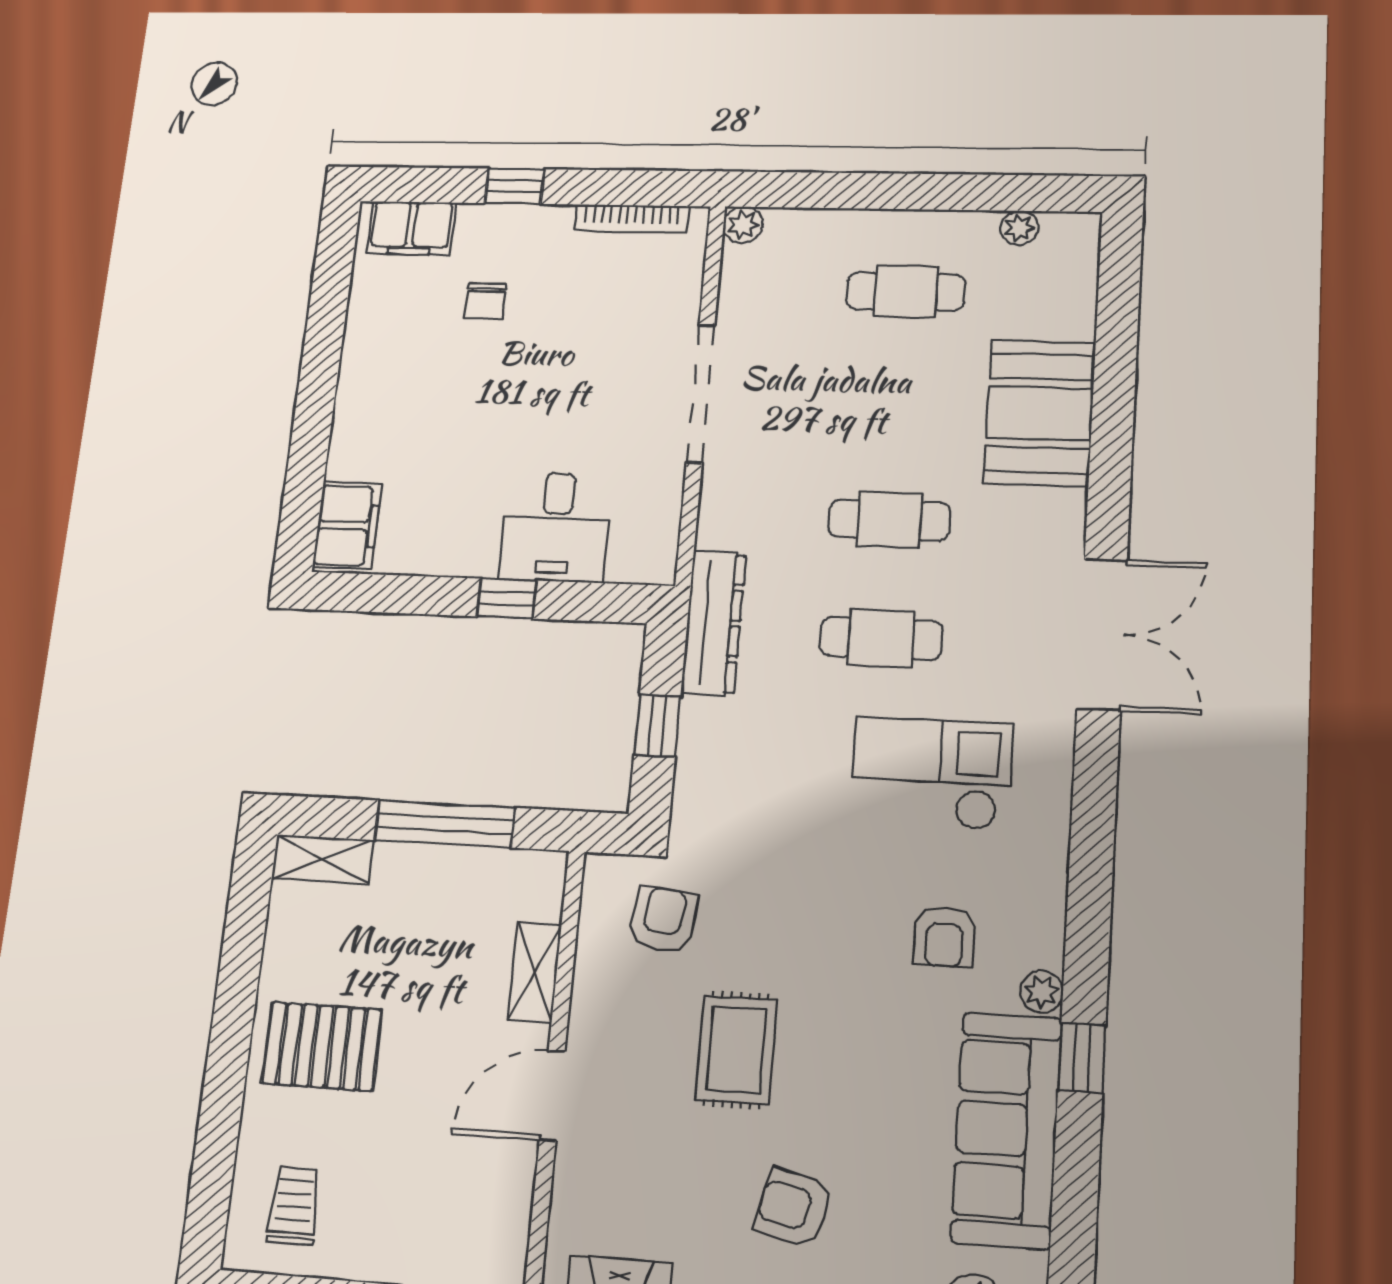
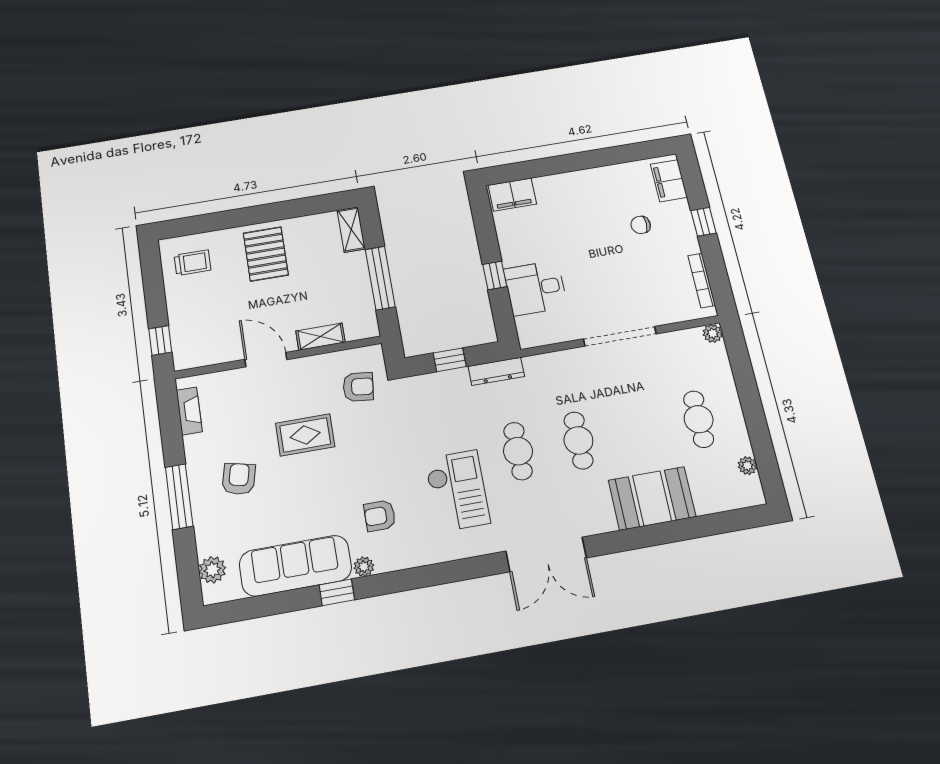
dresser: (713, 623) -> (496, 371), width x0.73, depth x0.80

